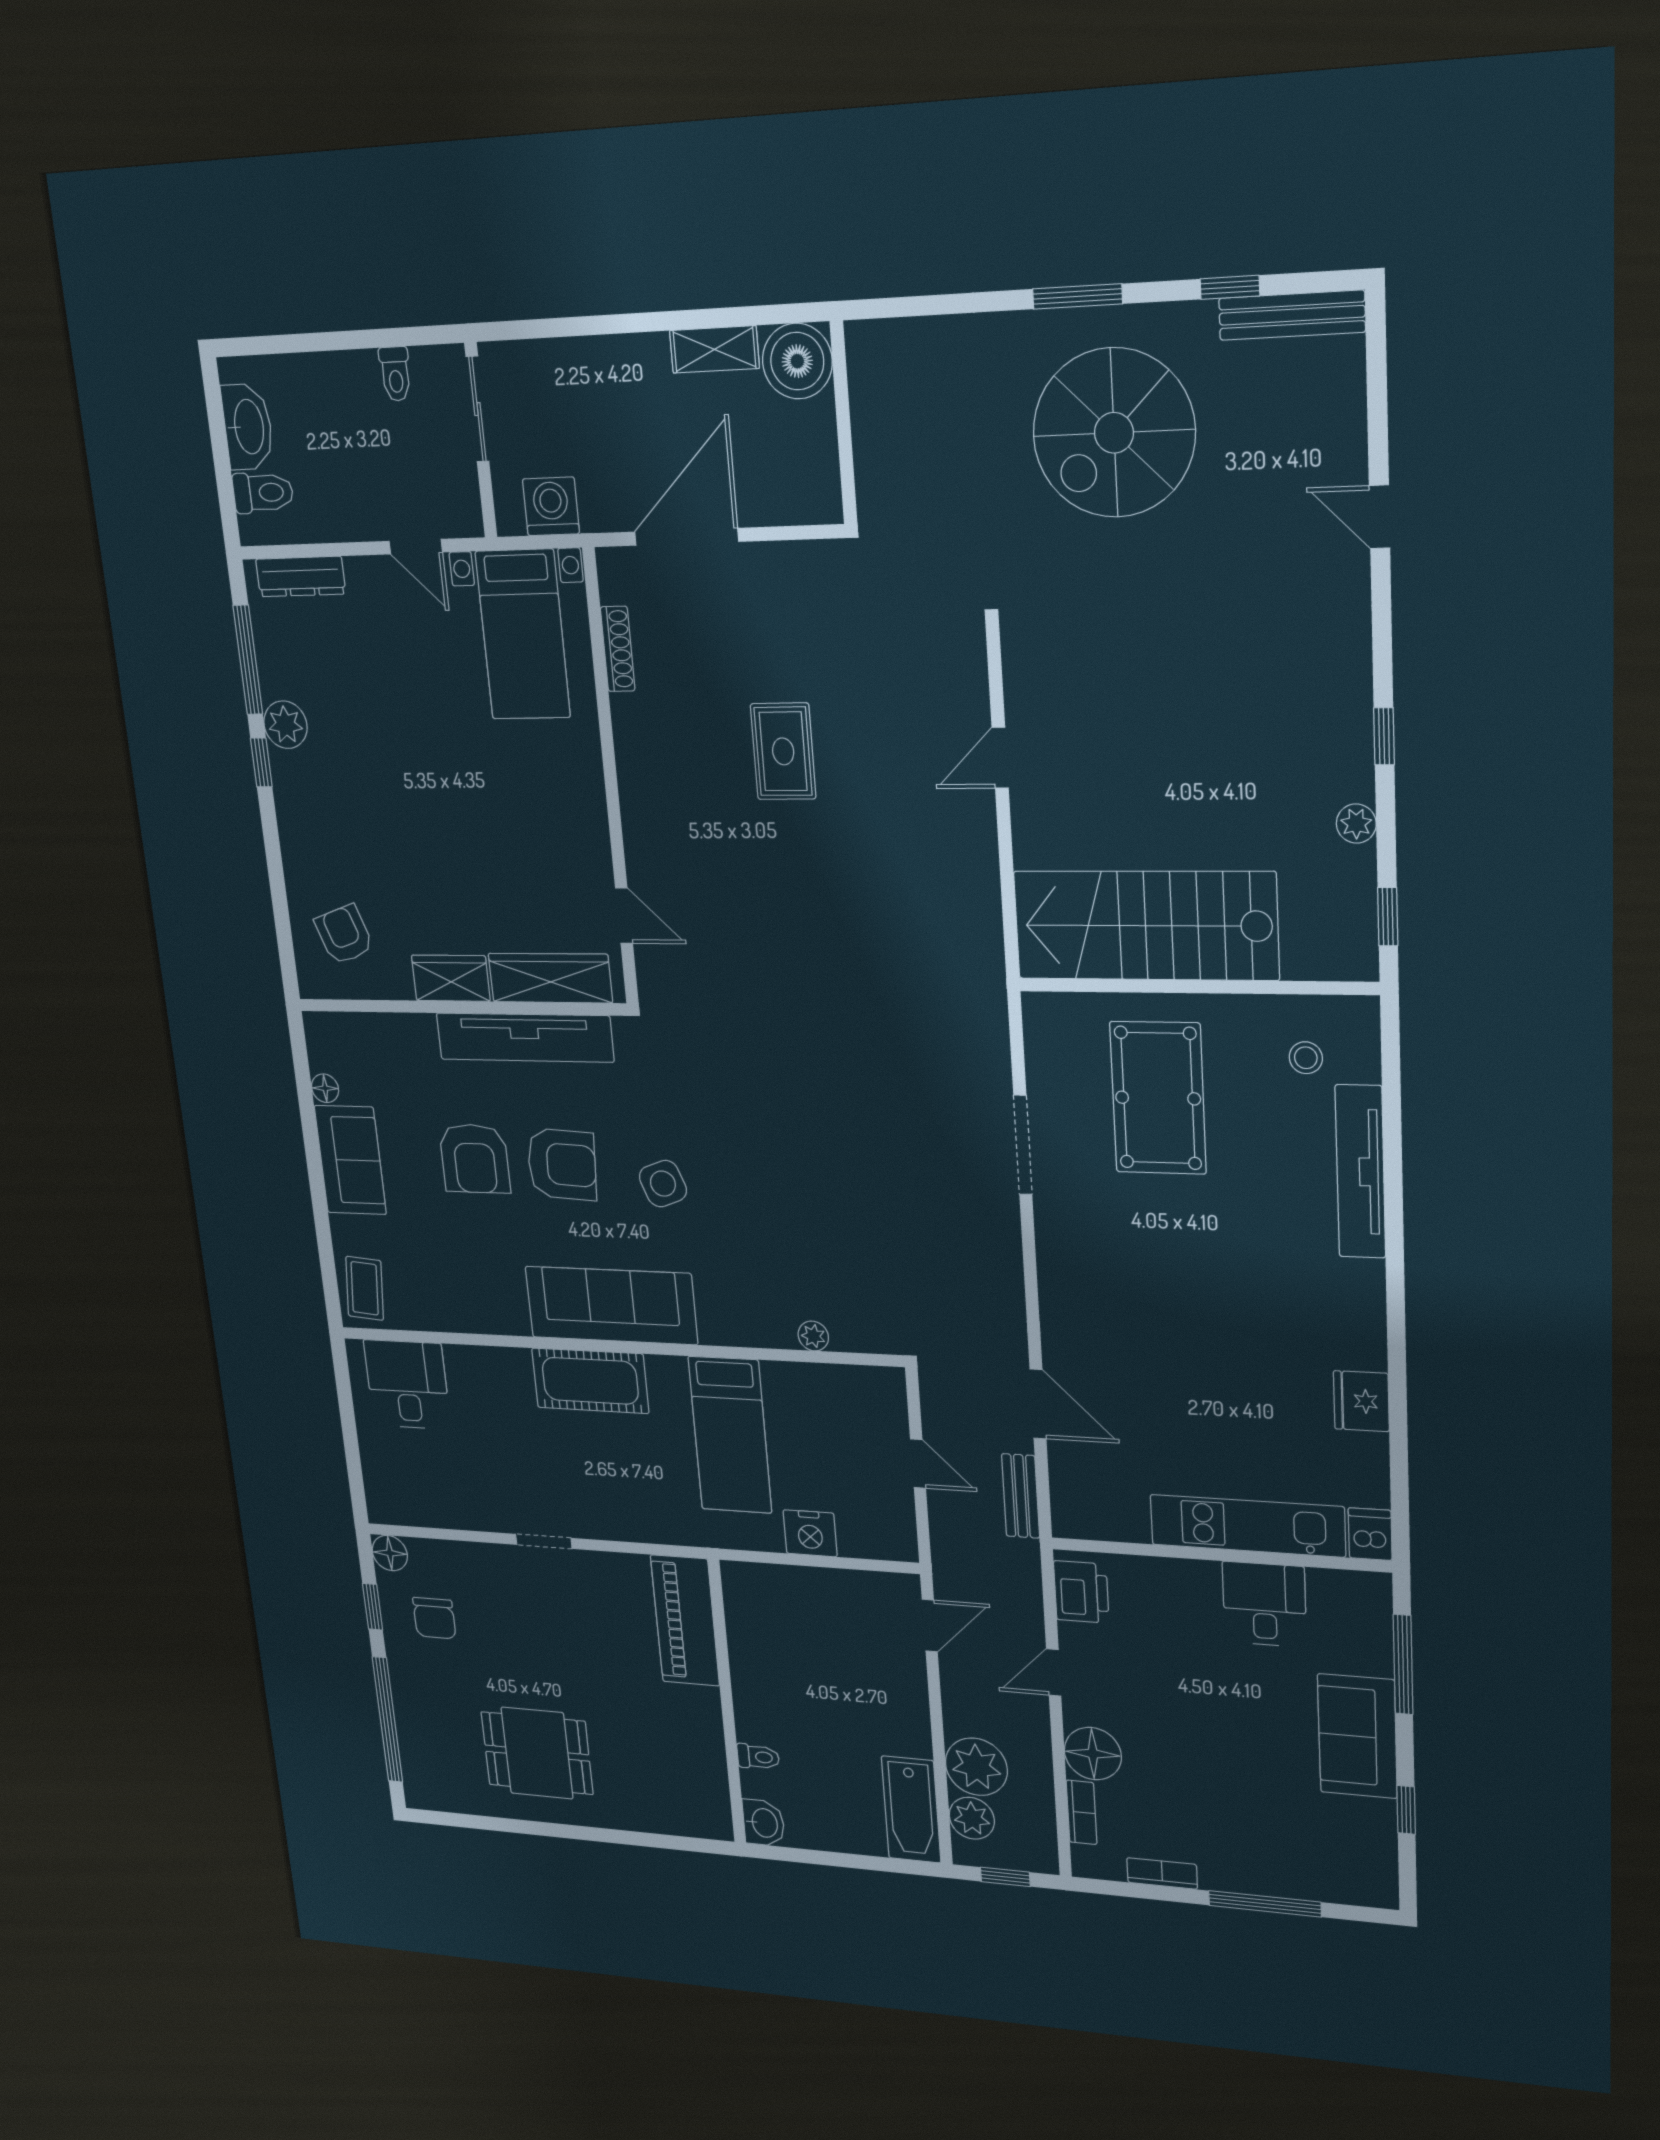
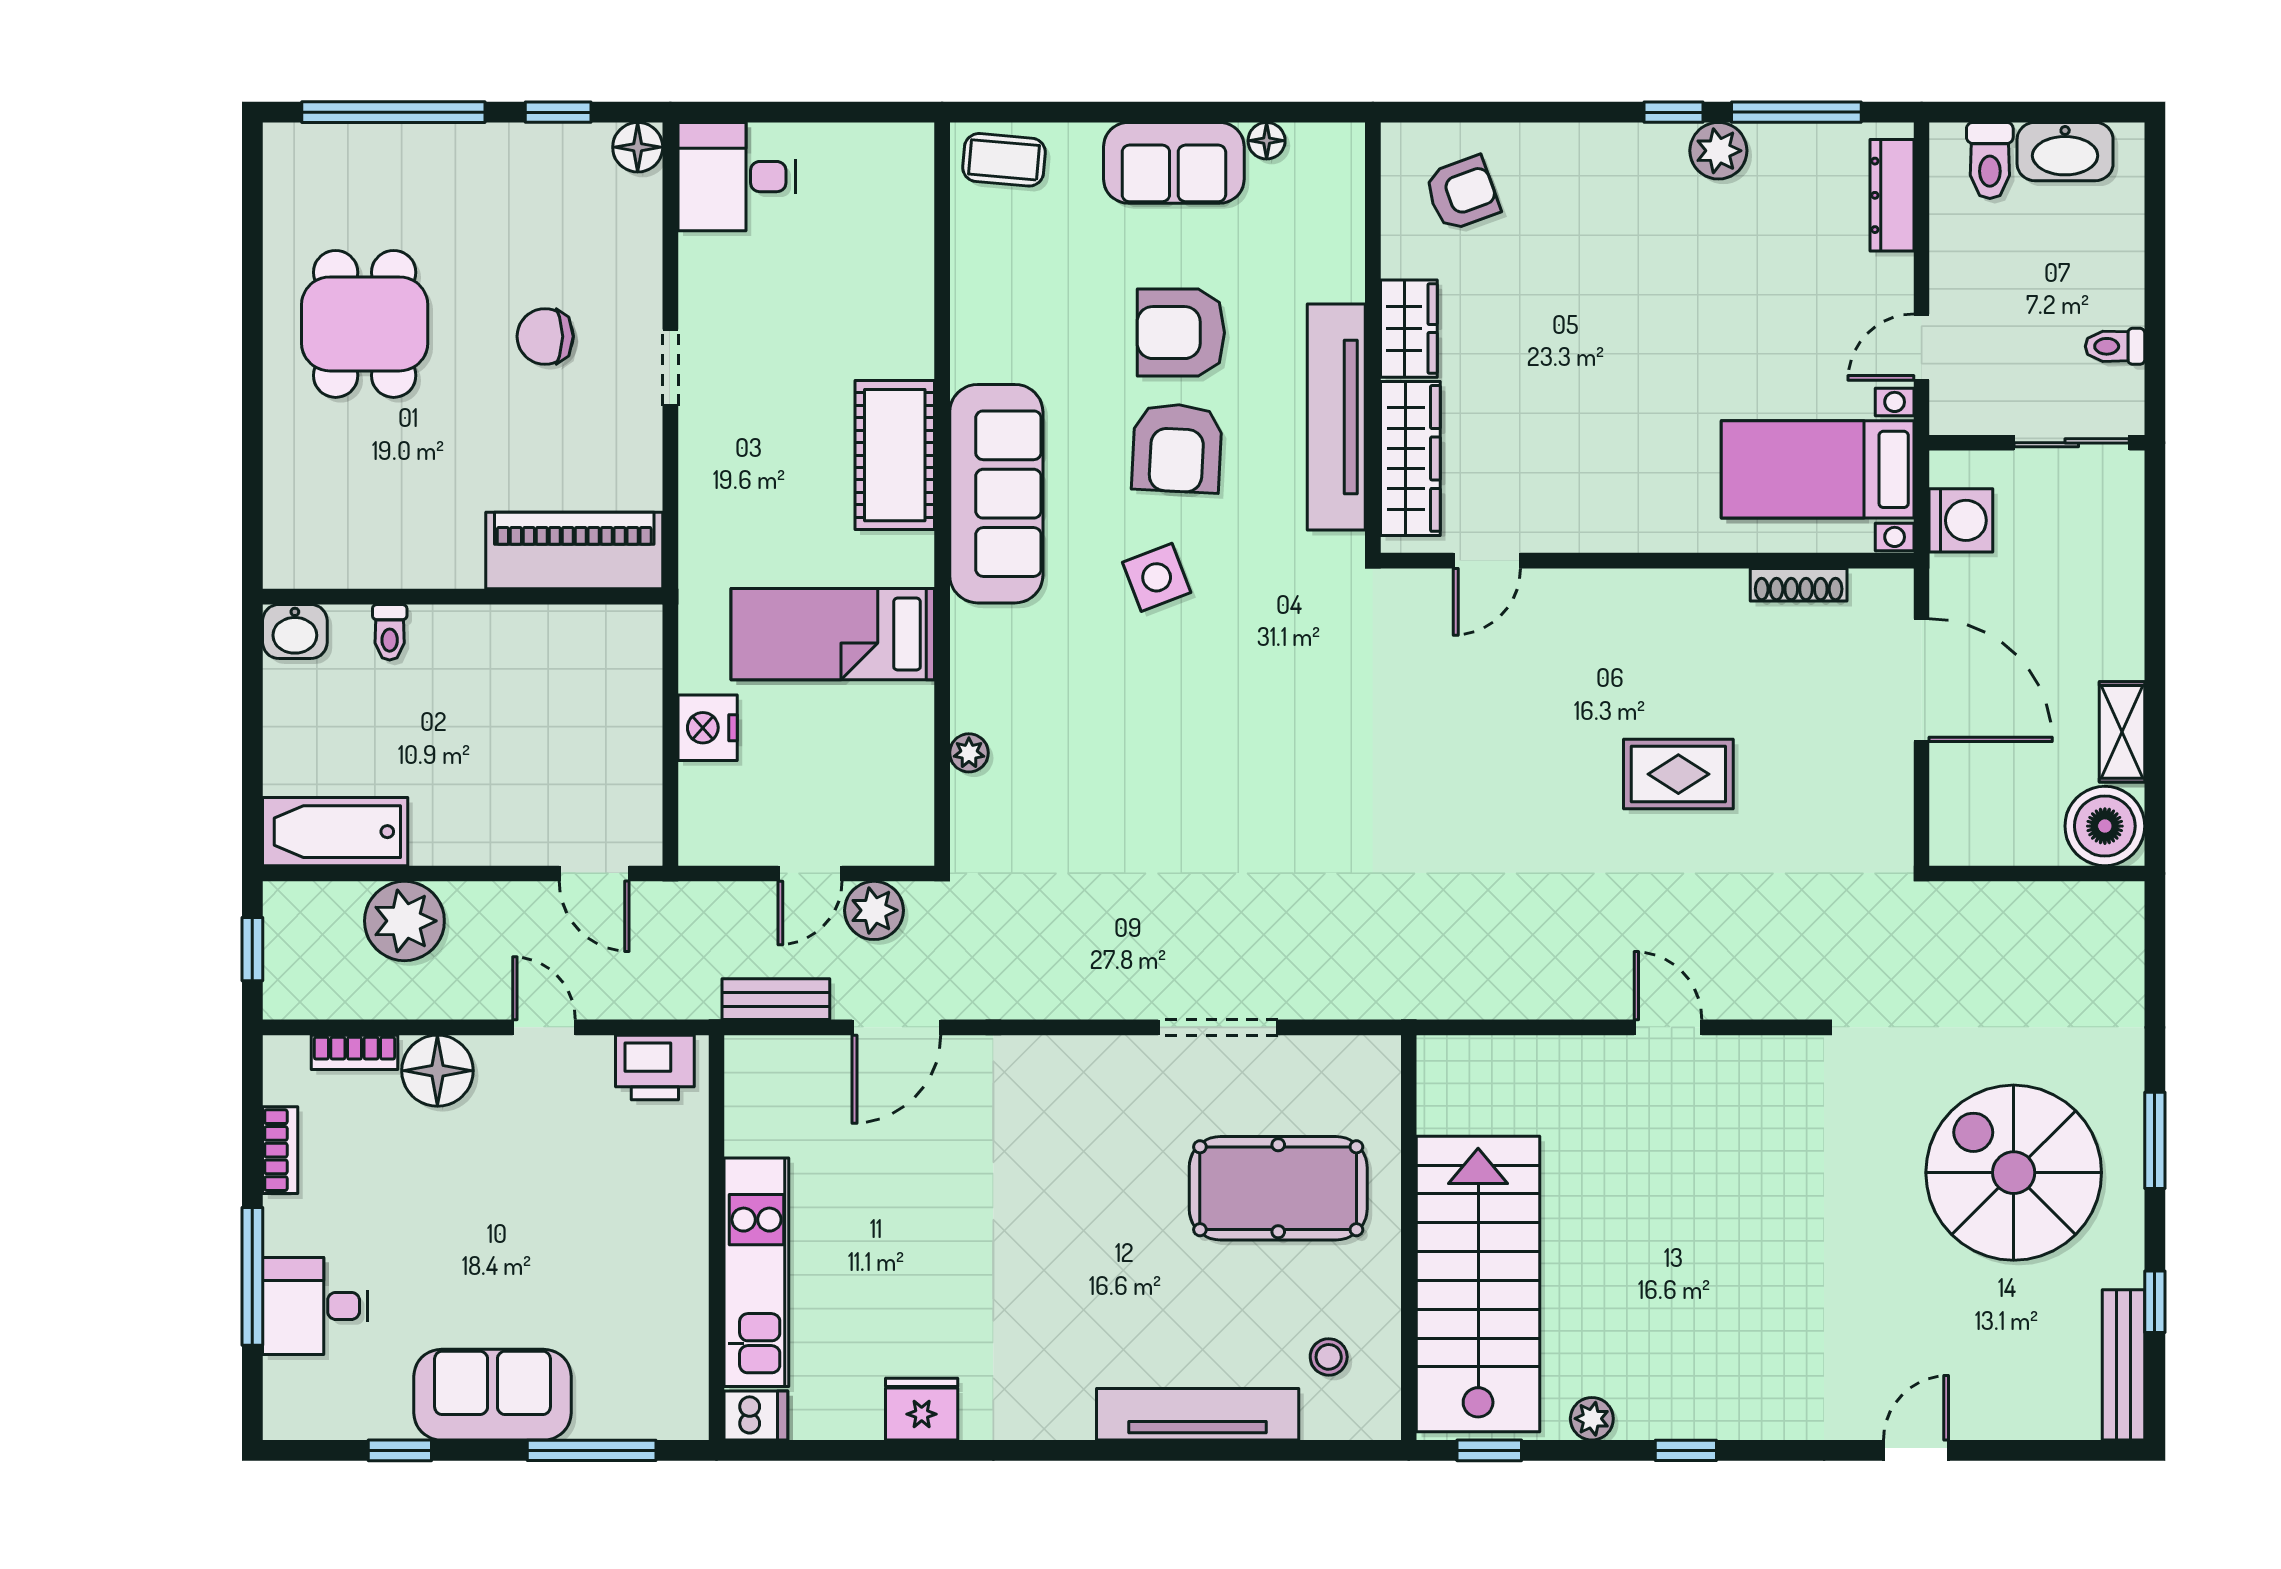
stairs: (1146, 926) -> (1478, 1284), moved
desk: (407, 1385) -> (737, 177), moved, turned 180
desk: (1264, 1604) -> (315, 1306), moved, turned 180
chair: (434, 1618) -> (545, 336), moved
plant: (972, 1818) -> (874, 910), moved

